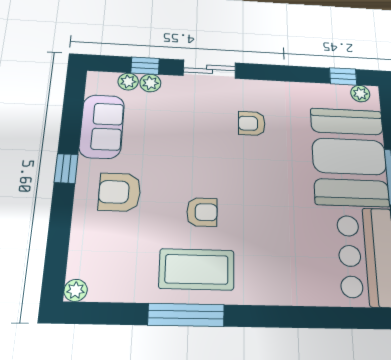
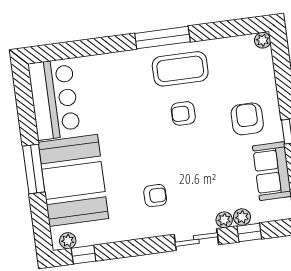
plant: (128, 82) -> (224, 220), moved
armchair: (120, 192) -> (247, 119), turned -90
window: (186, 315) -> (162, 38), moved

